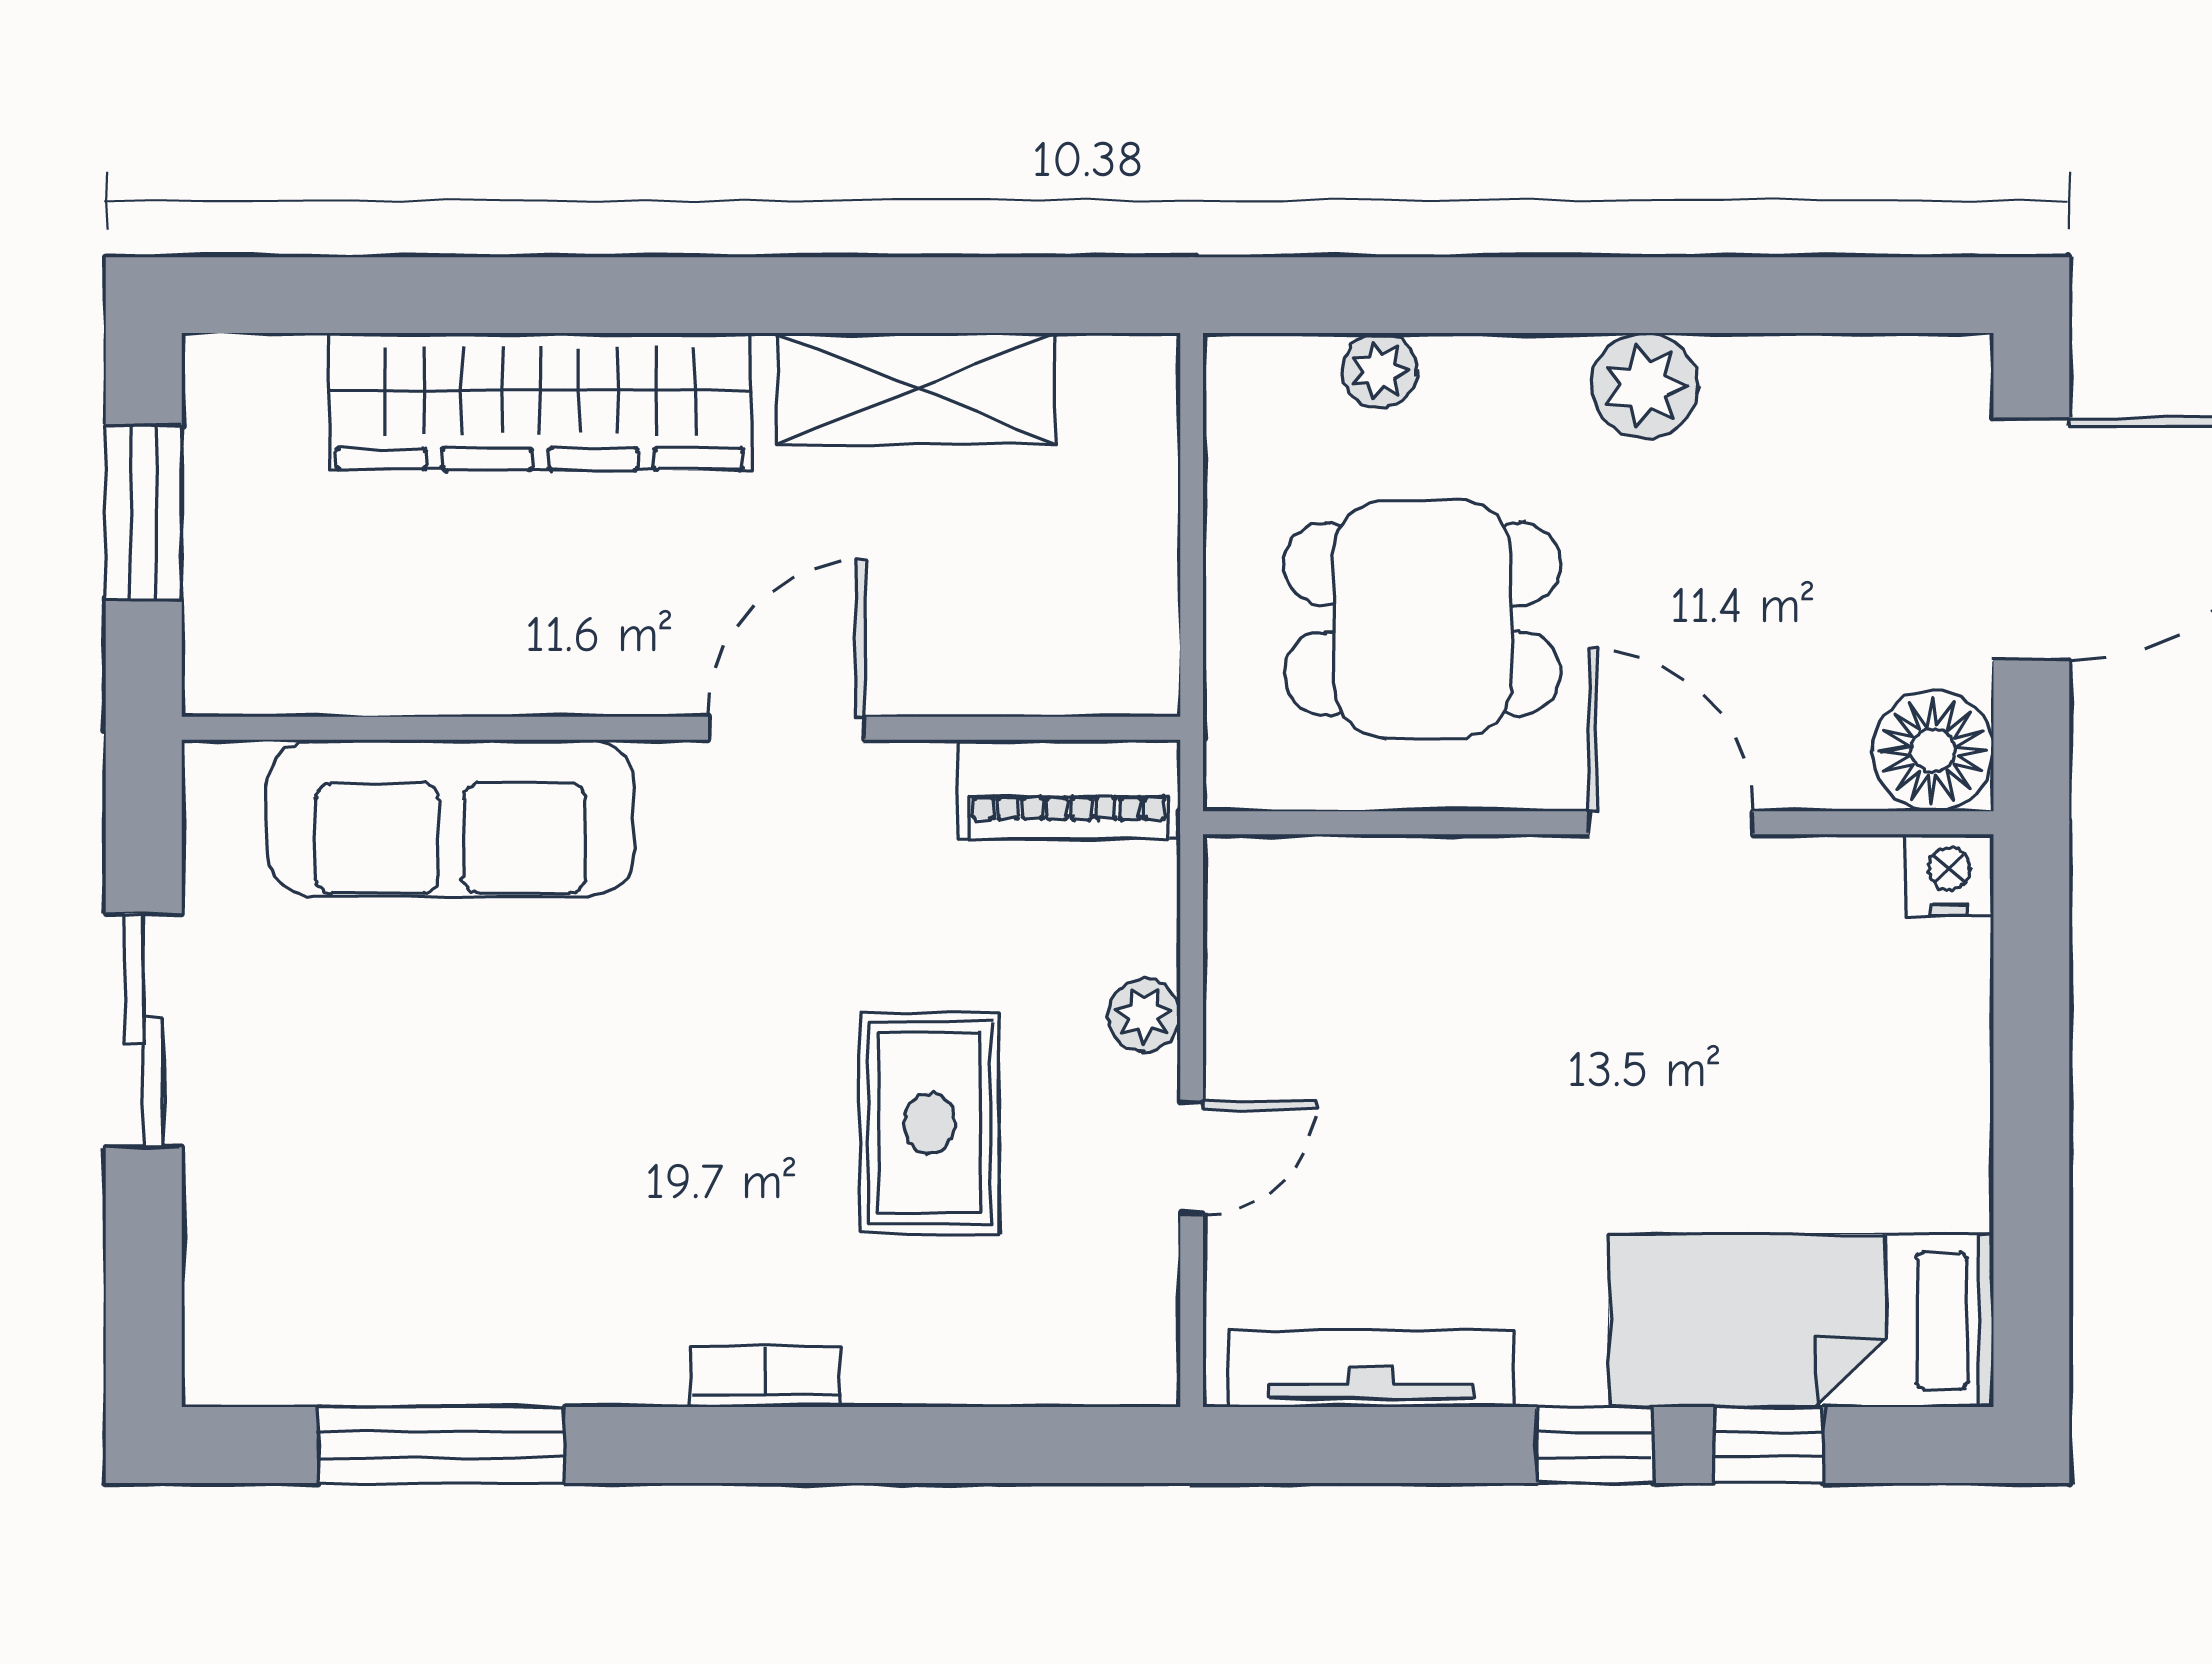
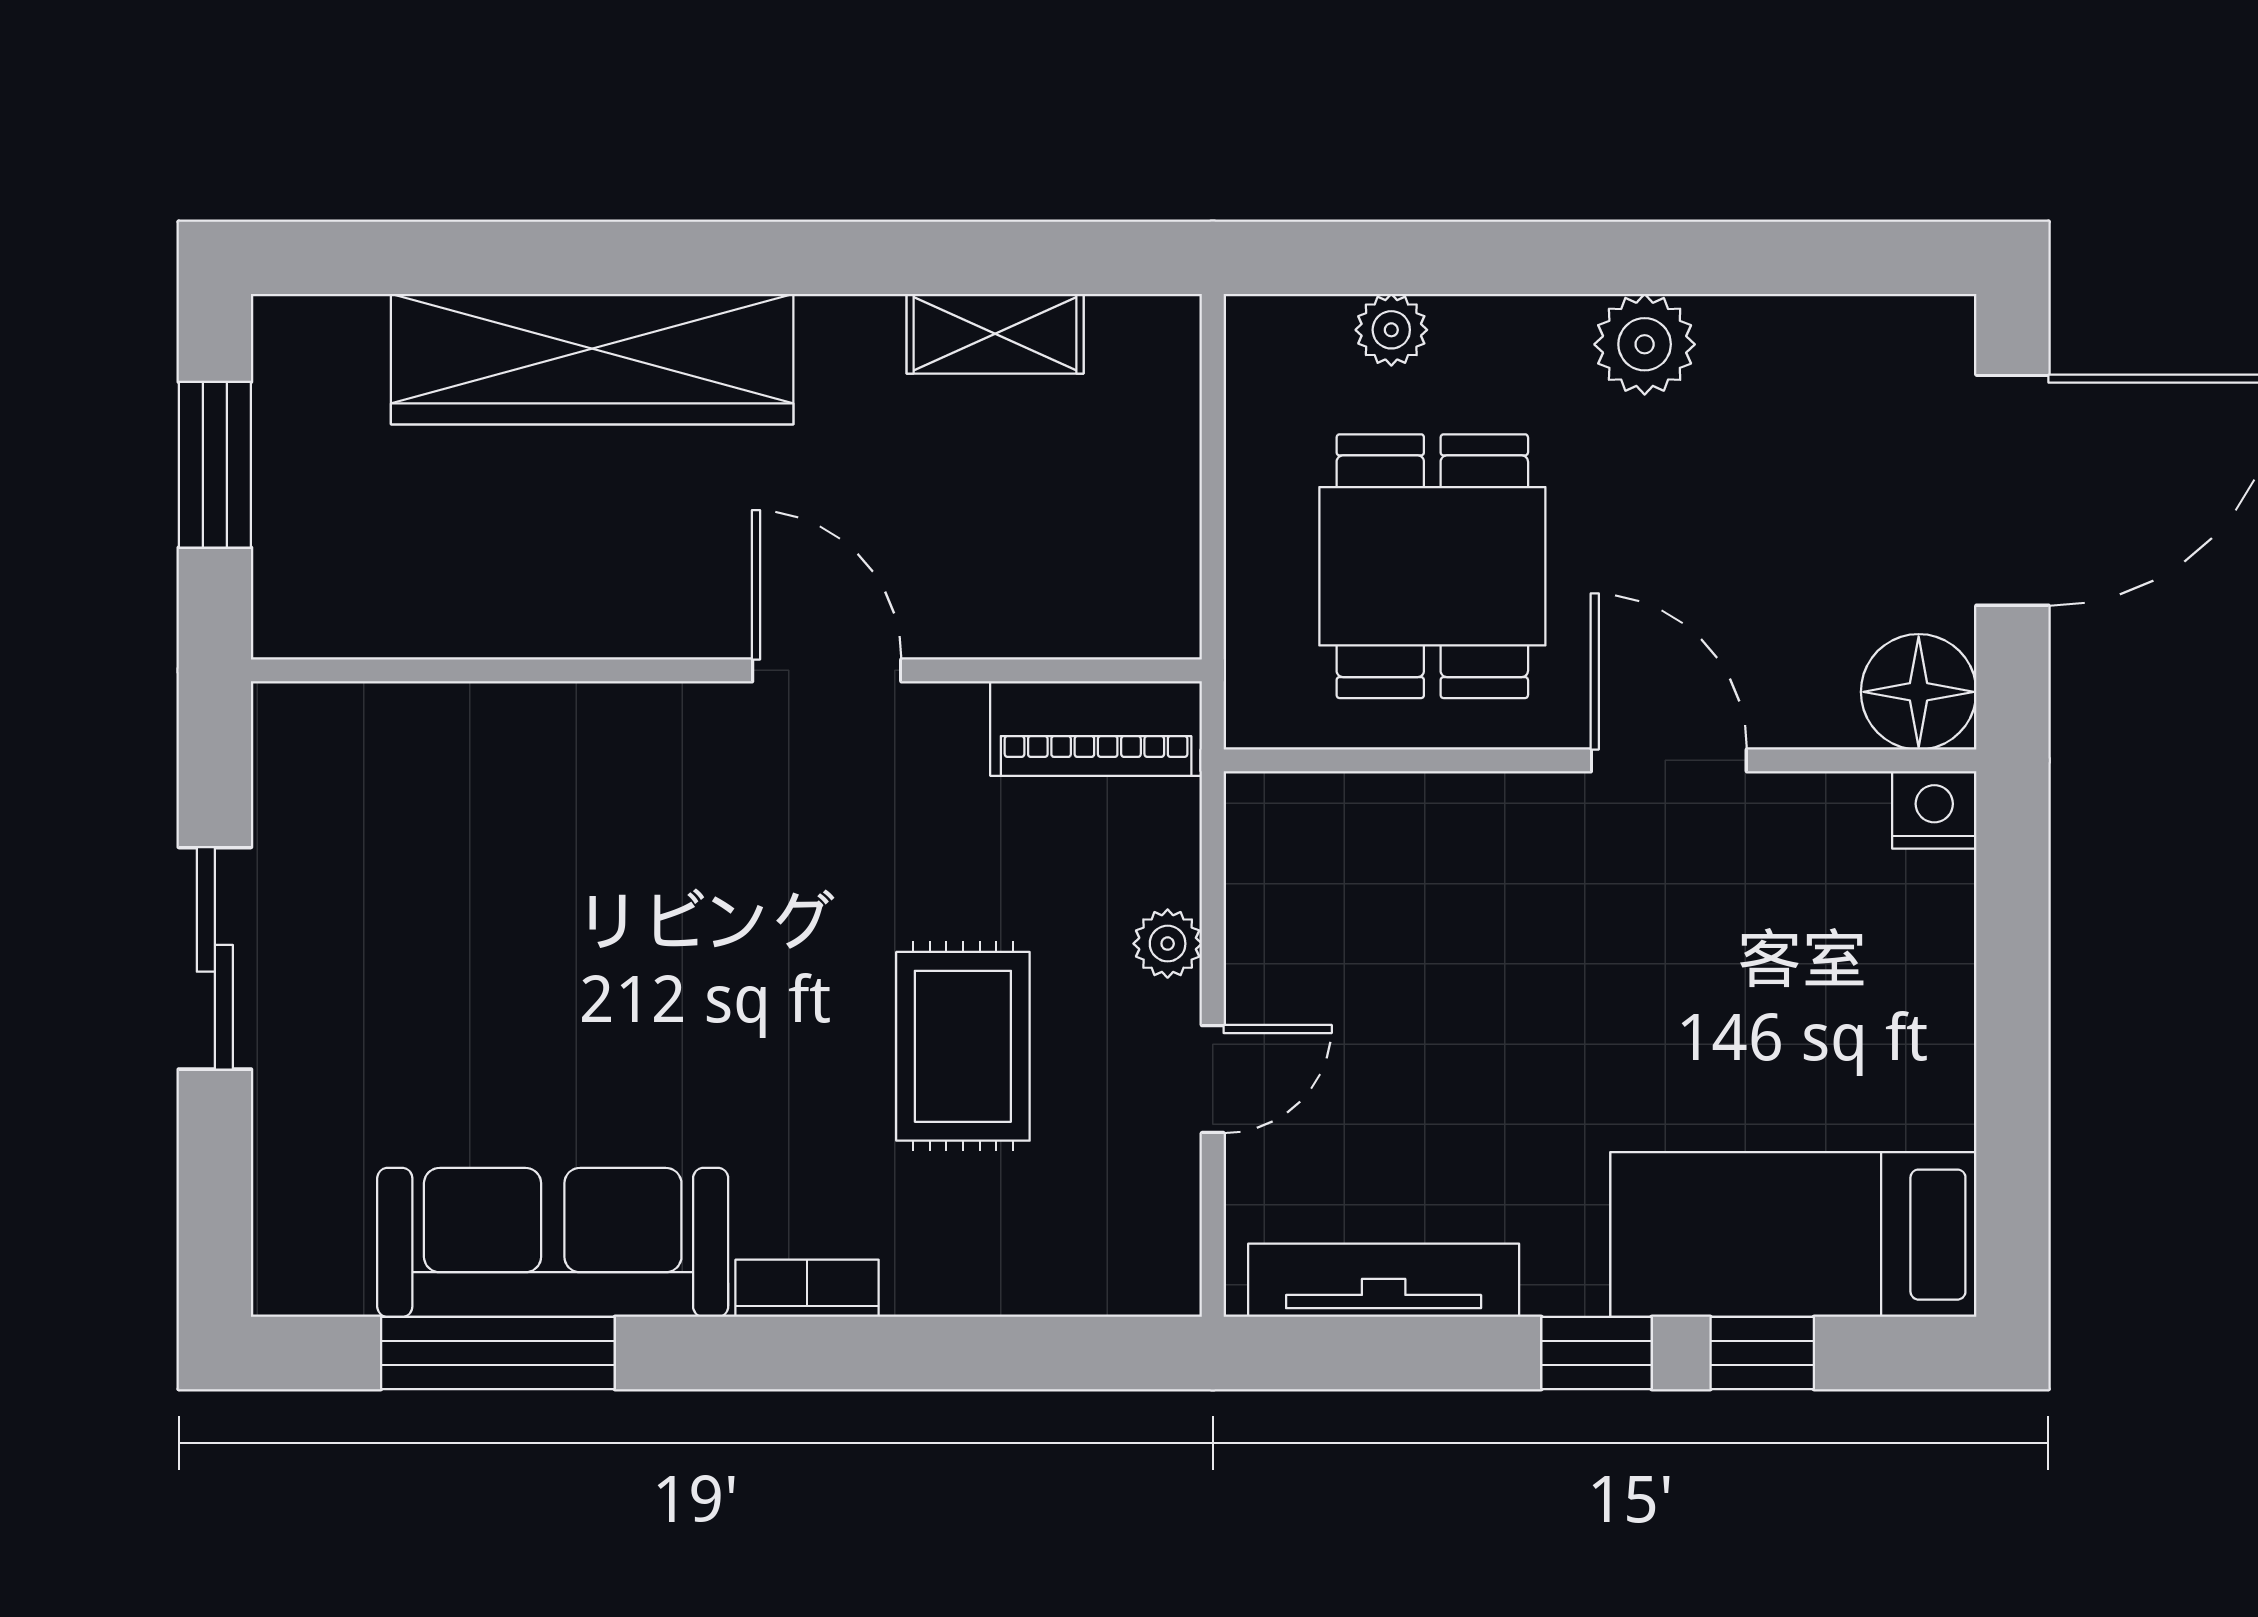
shelving: (917, 389) -> (995, 334), width x0.67, depth x0.75
dining table: (1422, 619) -> (1432, 566), turned 90
door: (786, 728) -> (827, 670), hinge flipped
sofa: (451, 818) -> (553, 1242), moved, turned 180

